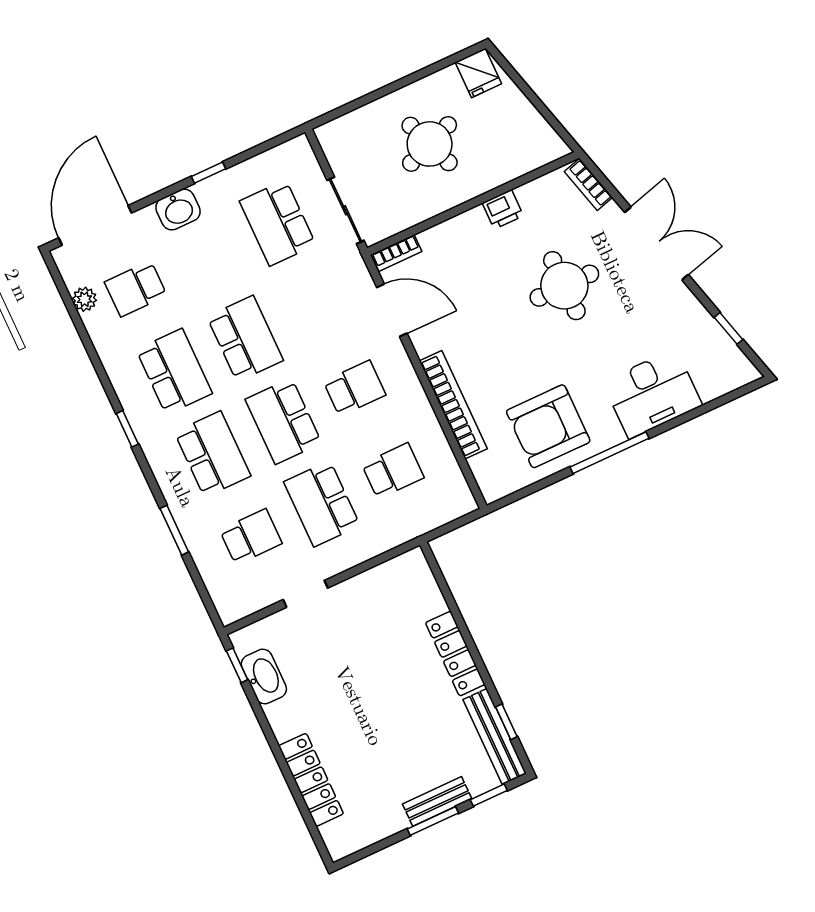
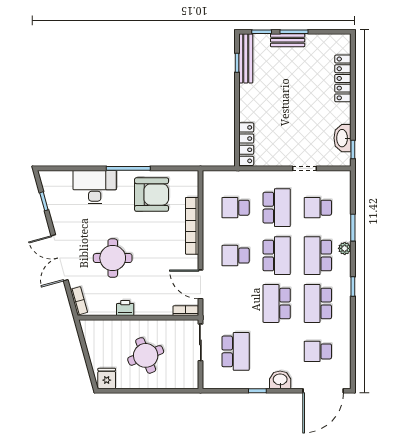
school desk: (136, 289) -> (318, 351), turned 180
plant: (84, 299) -> (345, 248), moved
locker: (455, 654) -> (246, 144), moved

